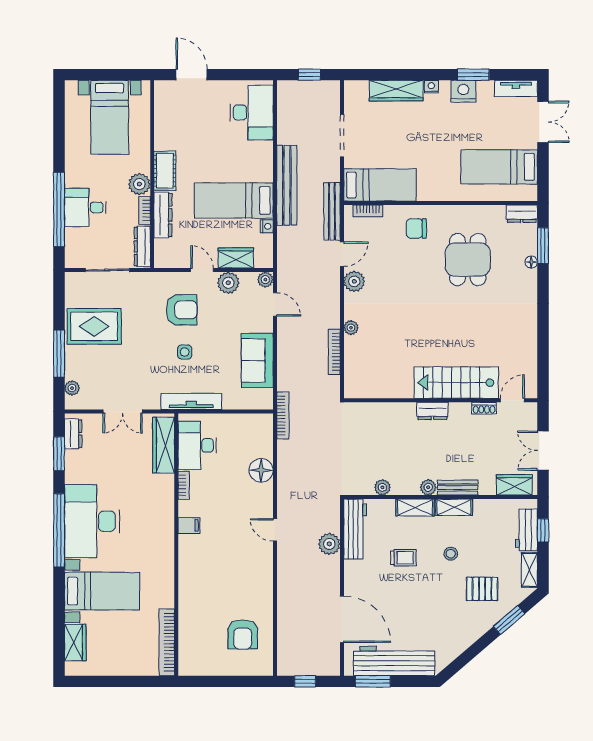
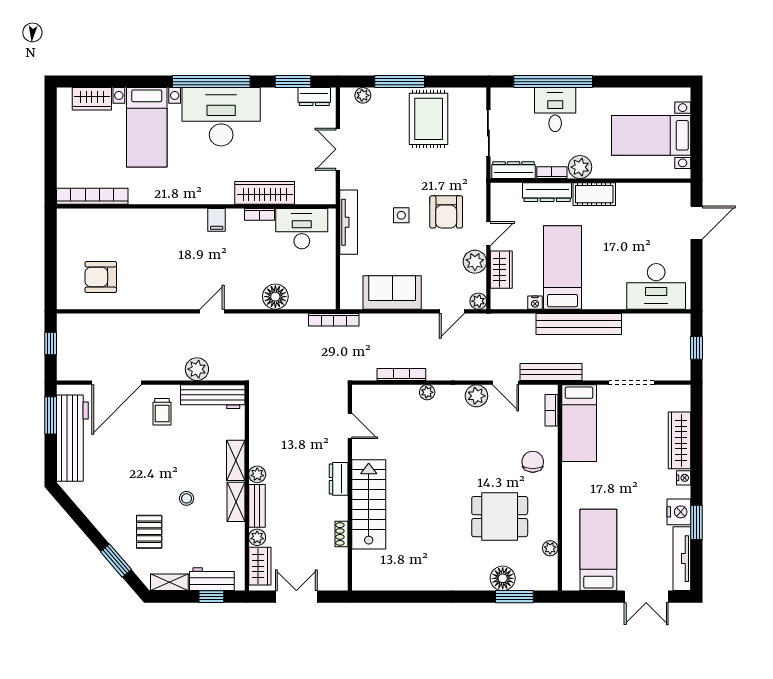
tv unit: (516, 88) -> (682, 559), width x1.41
plant: (498, 212) -> (550, 548), added
dresser: (522, 214) -> (548, 574), removed
floor lamp: (531, 262) -> (503, 578), width x1.89, depth x1.89
door: (512, 400) -> (350, 426), moved
wardrobe: (164, 445) -> (265, 193), moved
plant: (382, 487) -> (257, 537), moved
trolley: (403, 558) -> (162, 412), moved

